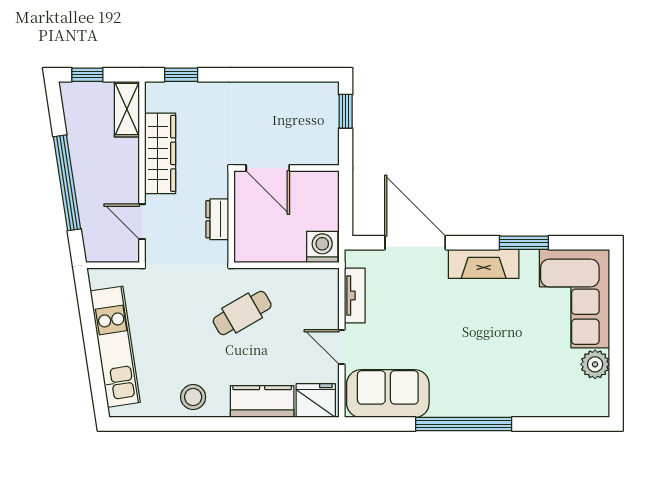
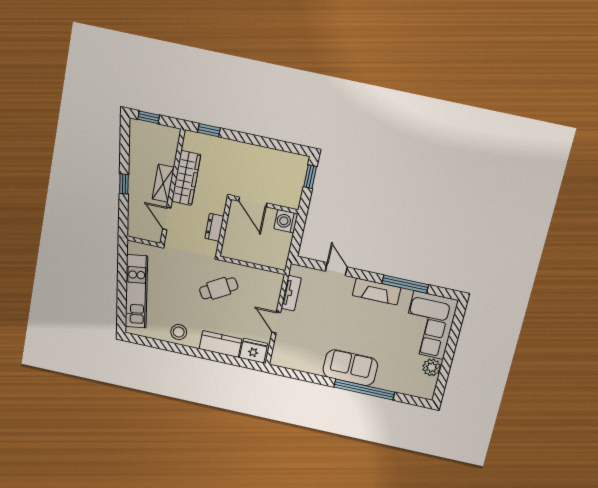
shelving: (127, 109) -> (163, 183), moved
window: (67, 183) -> (124, 184), width x0.32
door: (415, 243) -> (336, 269), width x0.53
window: (524, 243) -> (405, 284), width x1.44
washing machine: (322, 247) -> (286, 221), moved, turned -90
sofa: (388, 394) -> (350, 368), moved
window: (464, 424) -> (364, 390), moved

